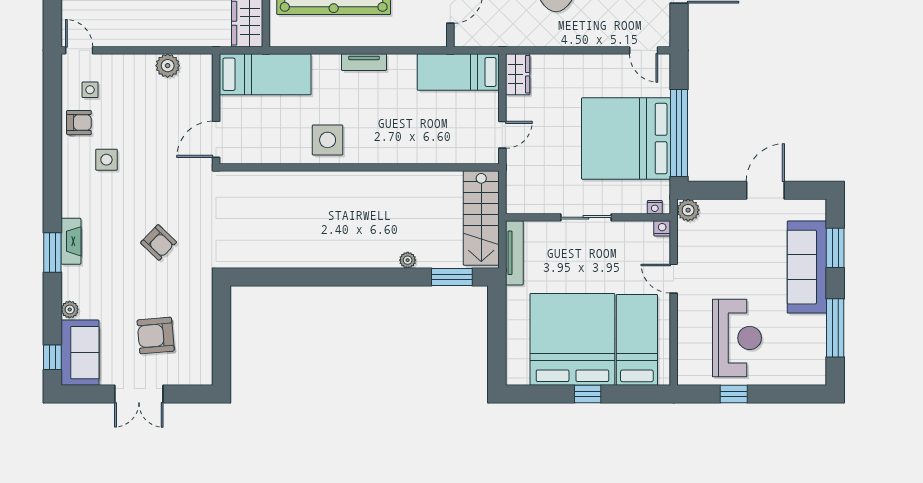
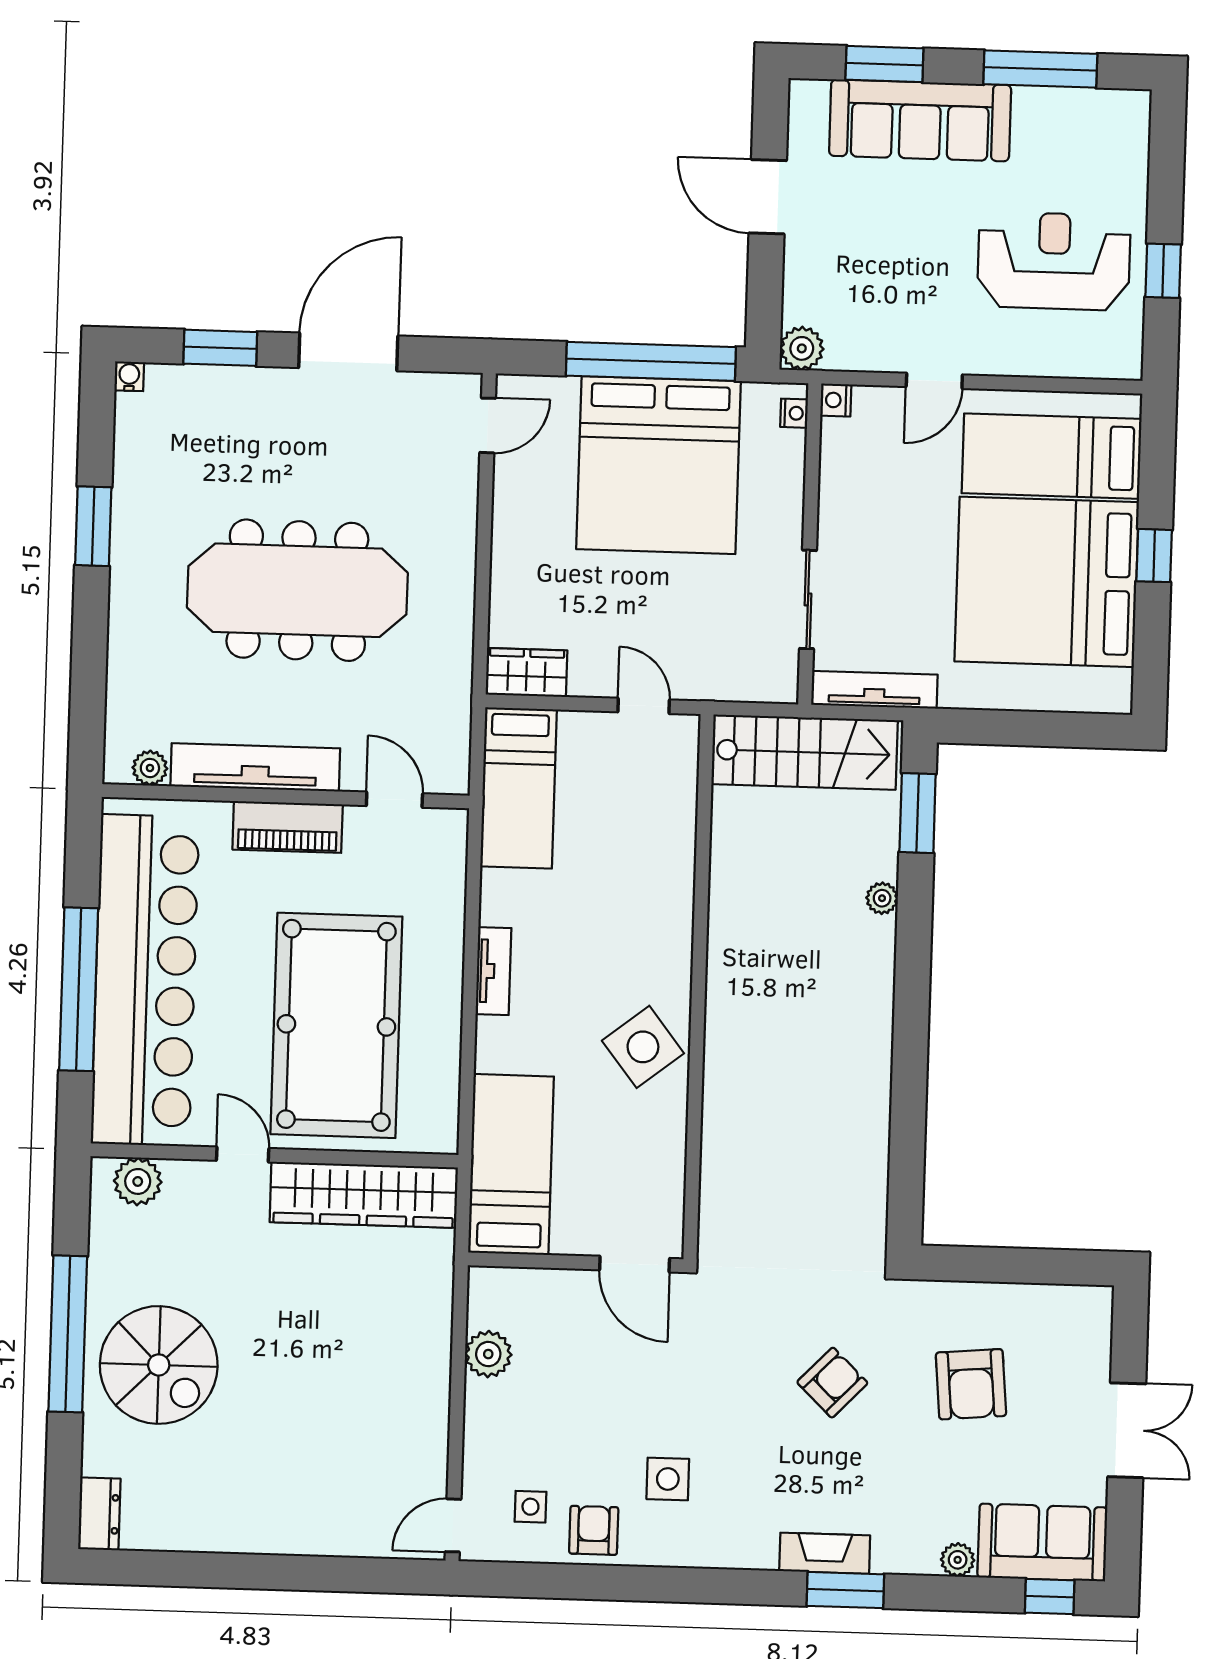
side table: (328, 140) -> (643, 1047), turned -38
sliding door: (586, 217) -> (808, 599), moved
armchair: (156, 336) -> (971, 1384), moved

